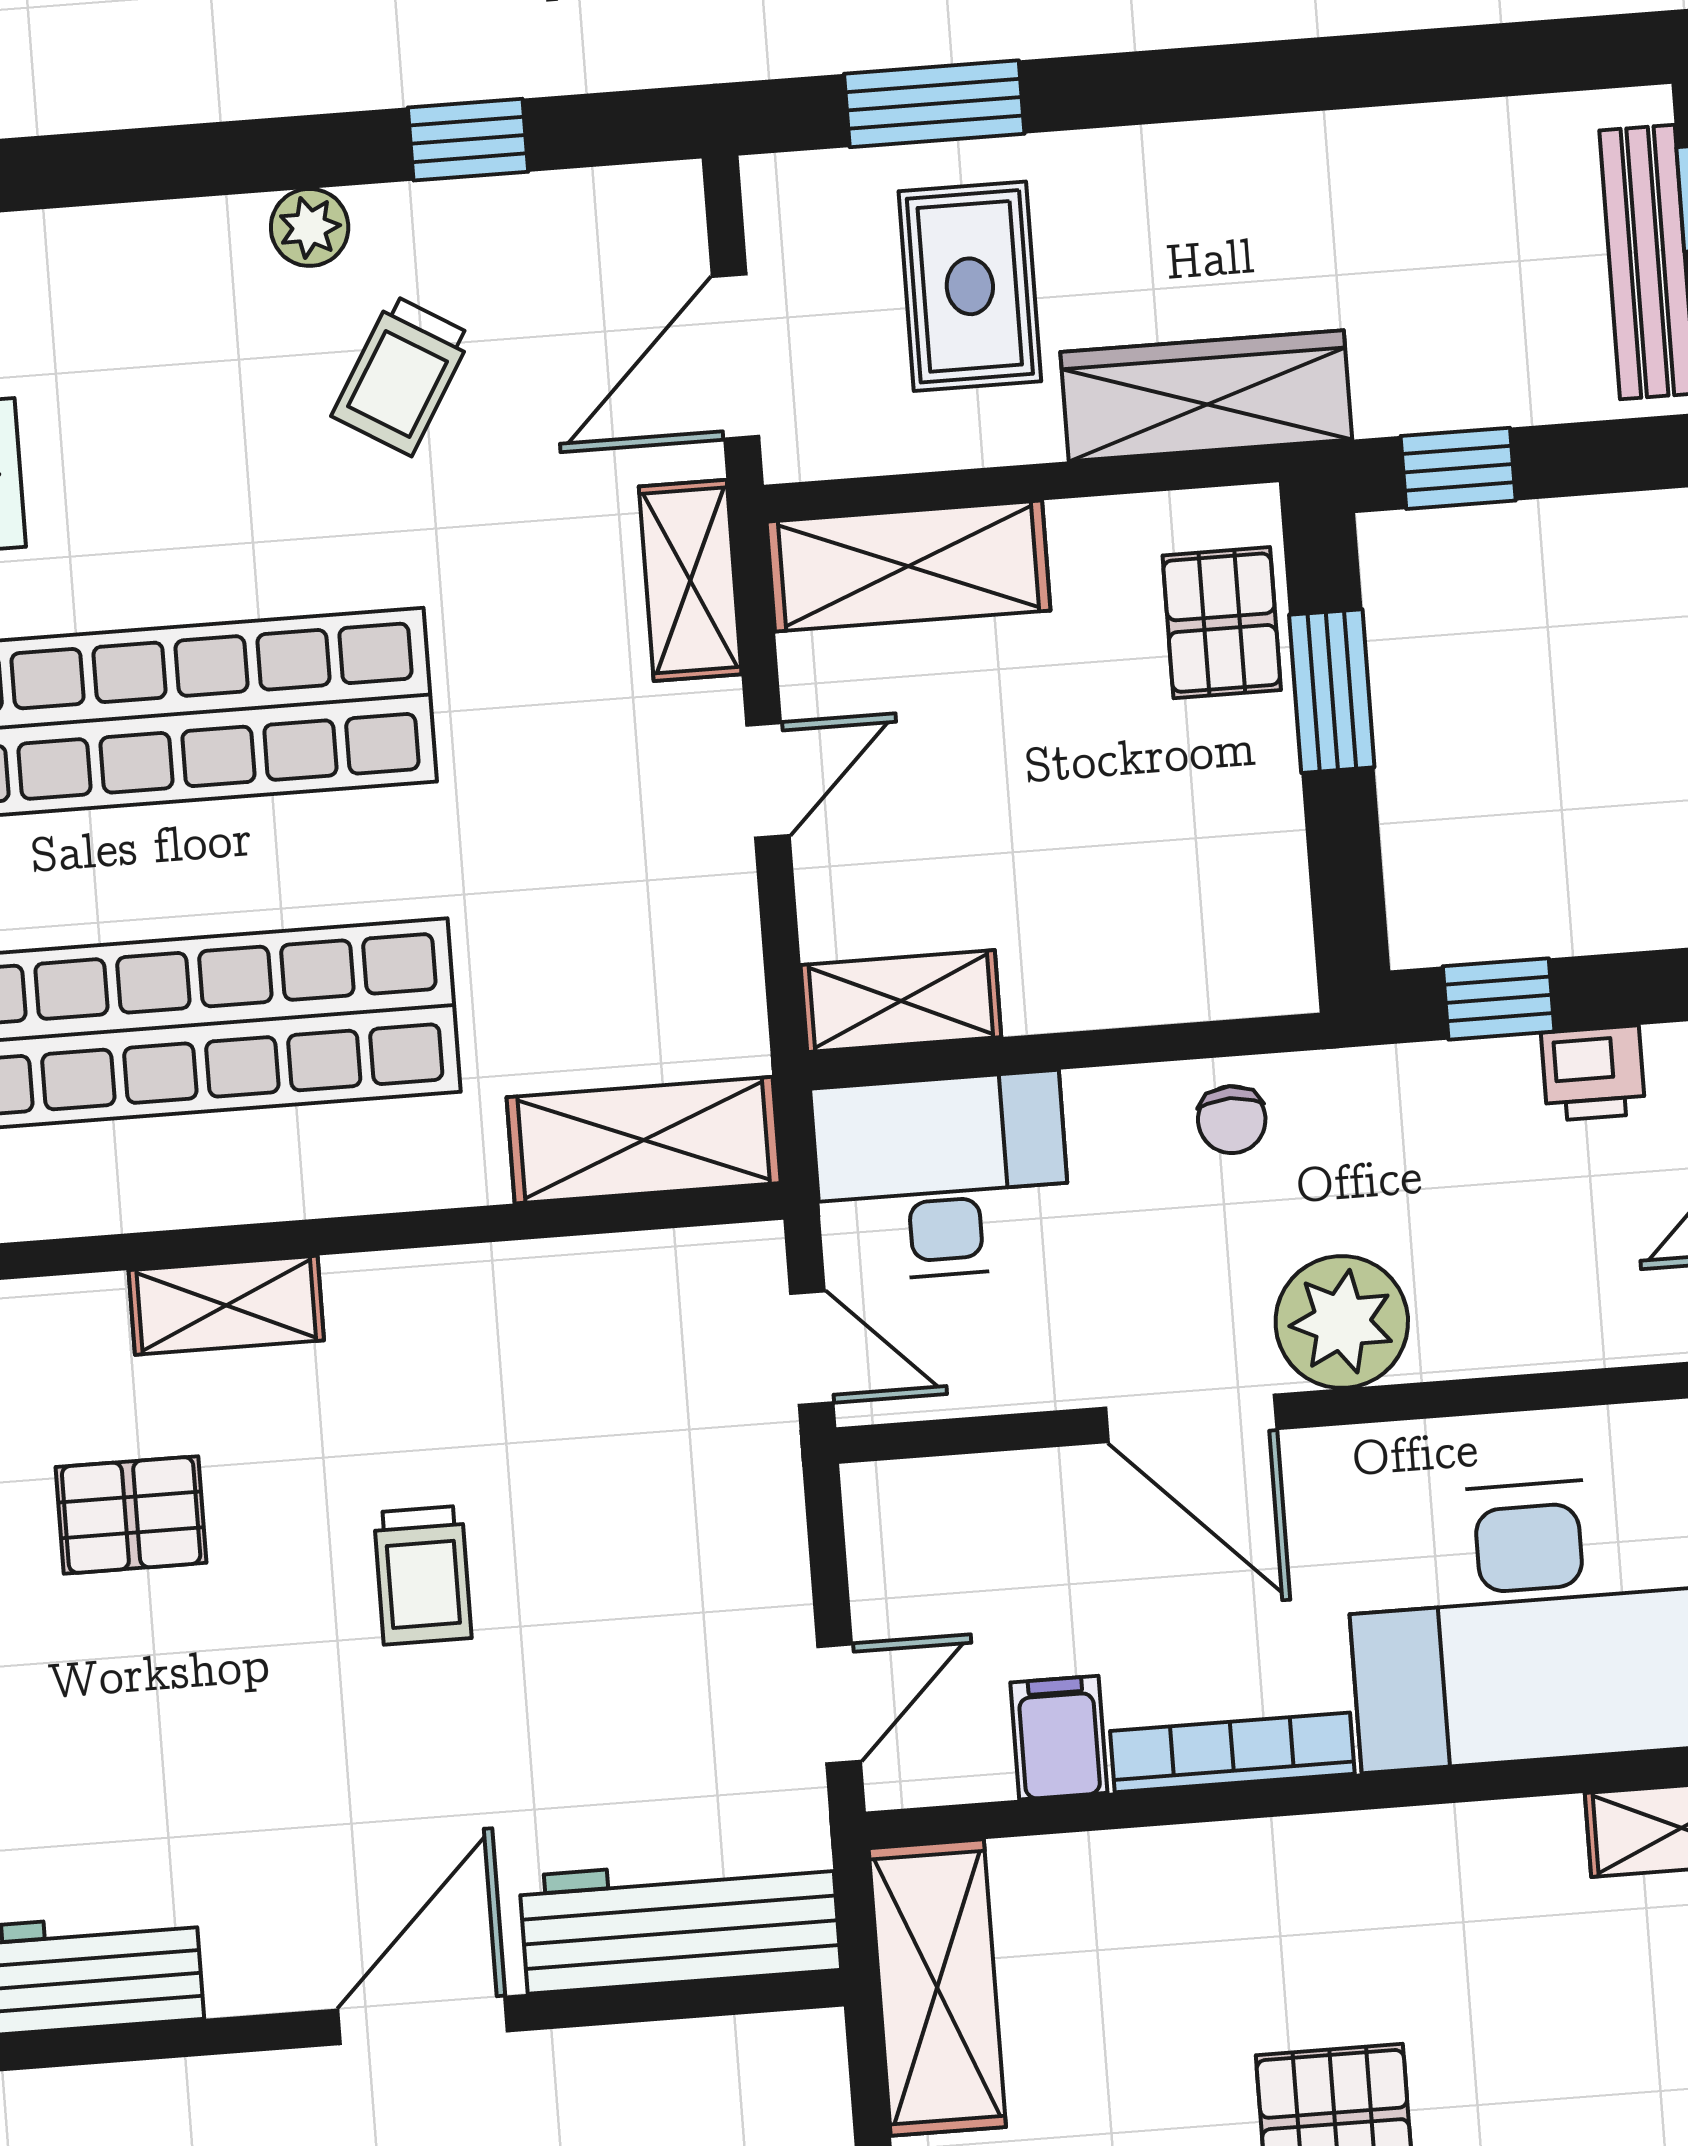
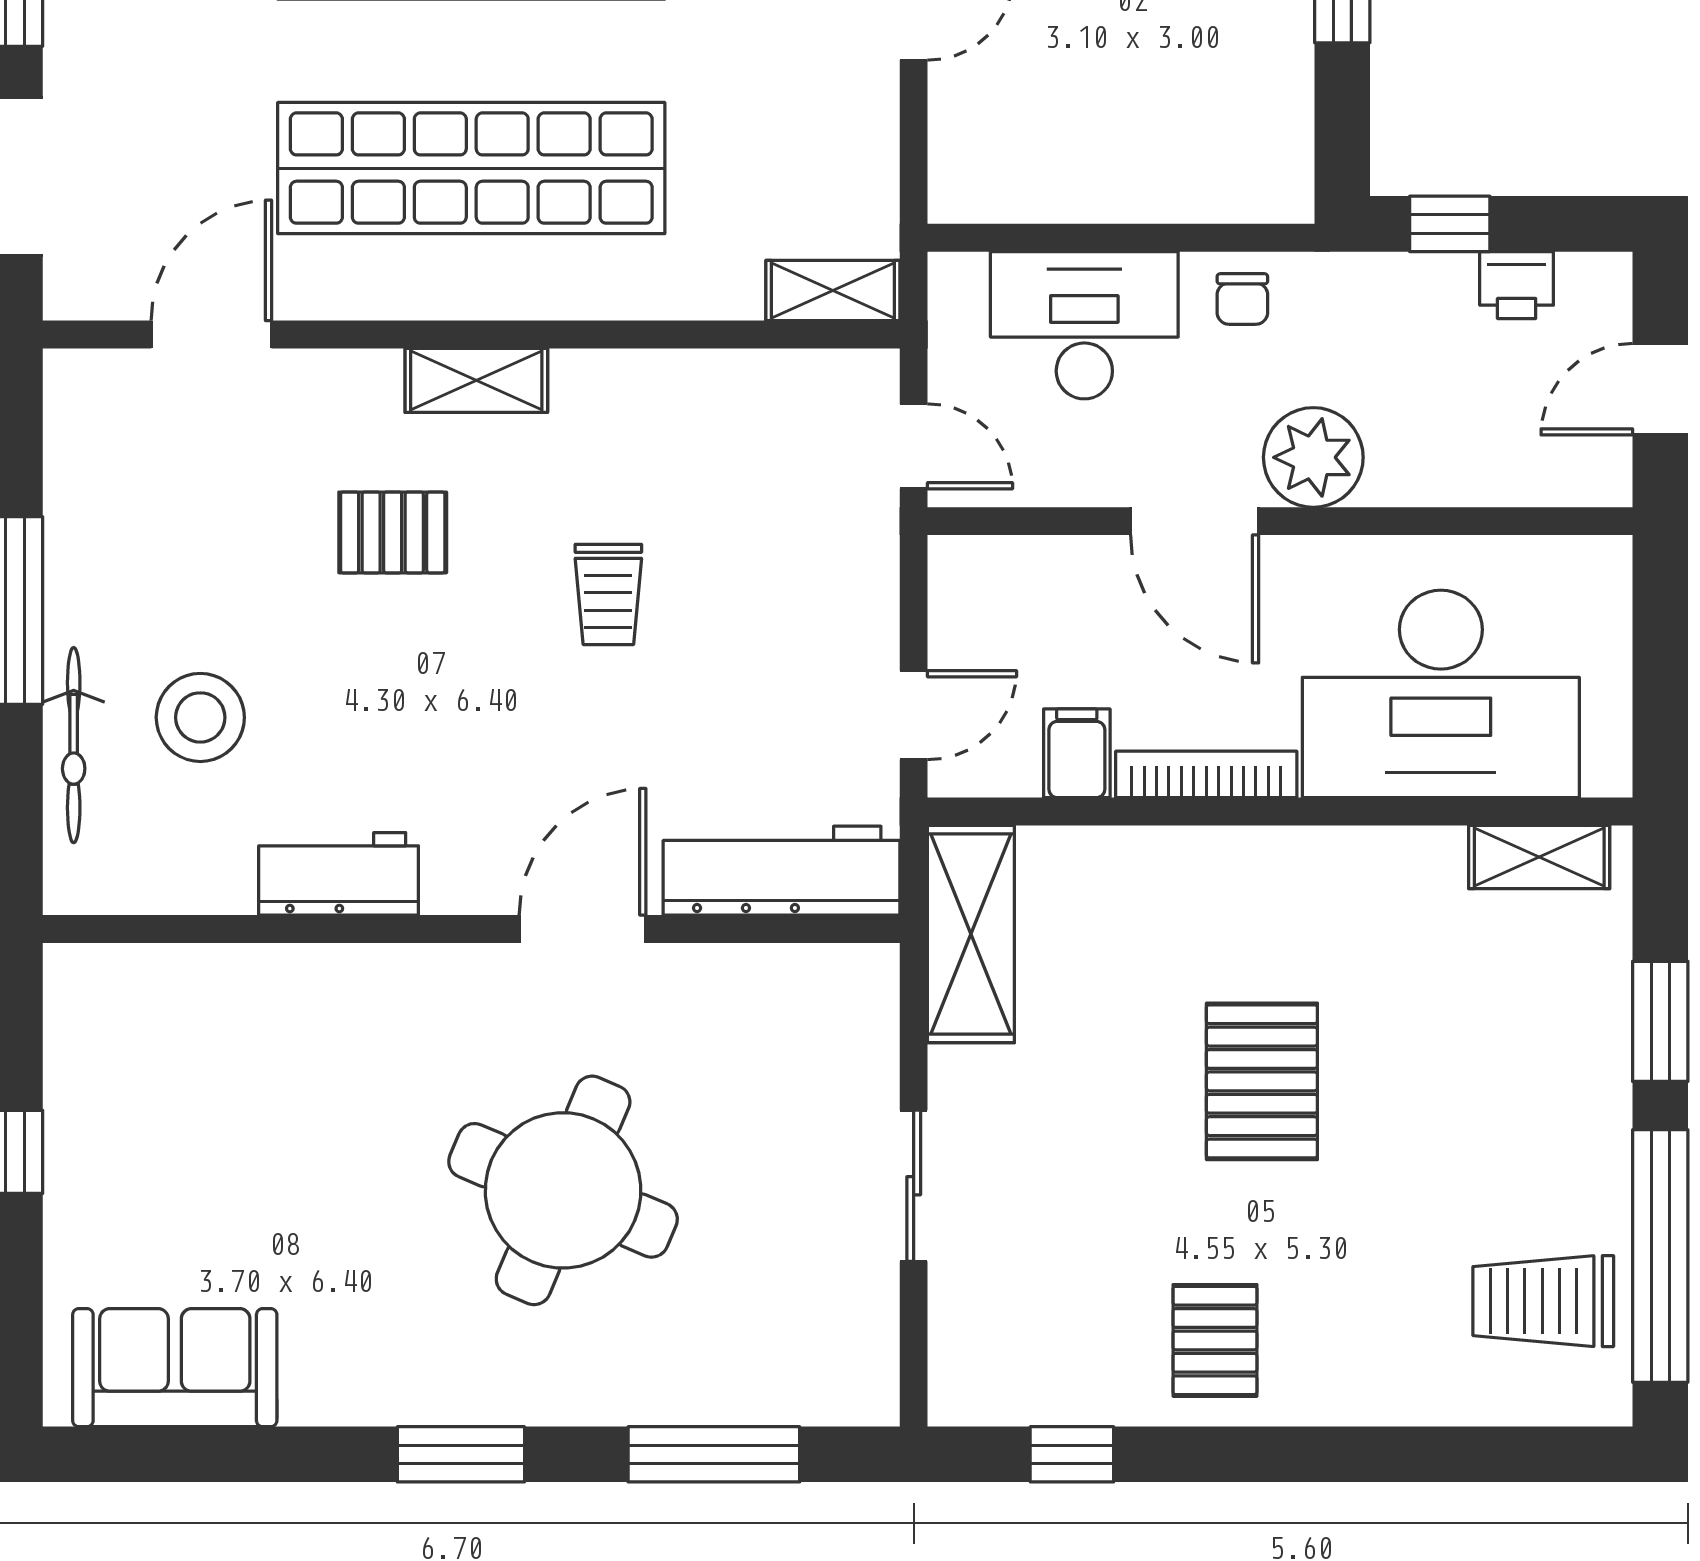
shelving: (901, 1001) -> (1001, 191), removed
shelving: (644, 1140) -> (833, 290), width x0.67, depth x0.75
desk: (942, 1177) -> (1084, 325), moved

